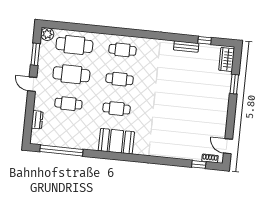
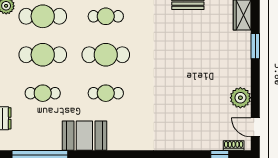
cafe table: (120, 79) -> (106, 55), width x1.37, depth x1.35
plant: (219, 122) -> (240, 98), added
booth: (116, 141) -> (84, 136), moved

